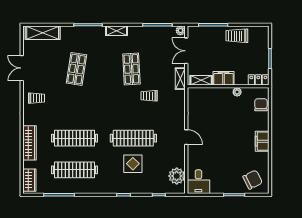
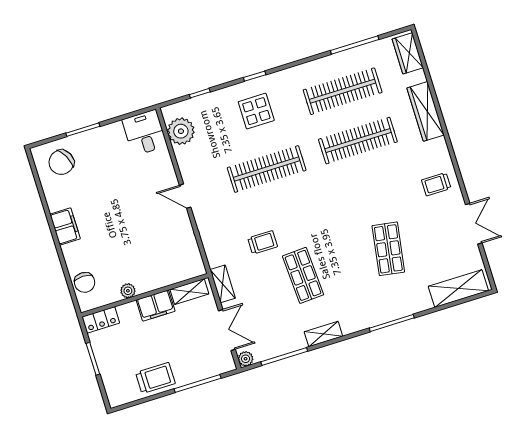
shelving: (116, 31) -> (323, 334), moved
display table: (133, 164) -> (256, 111), moved

